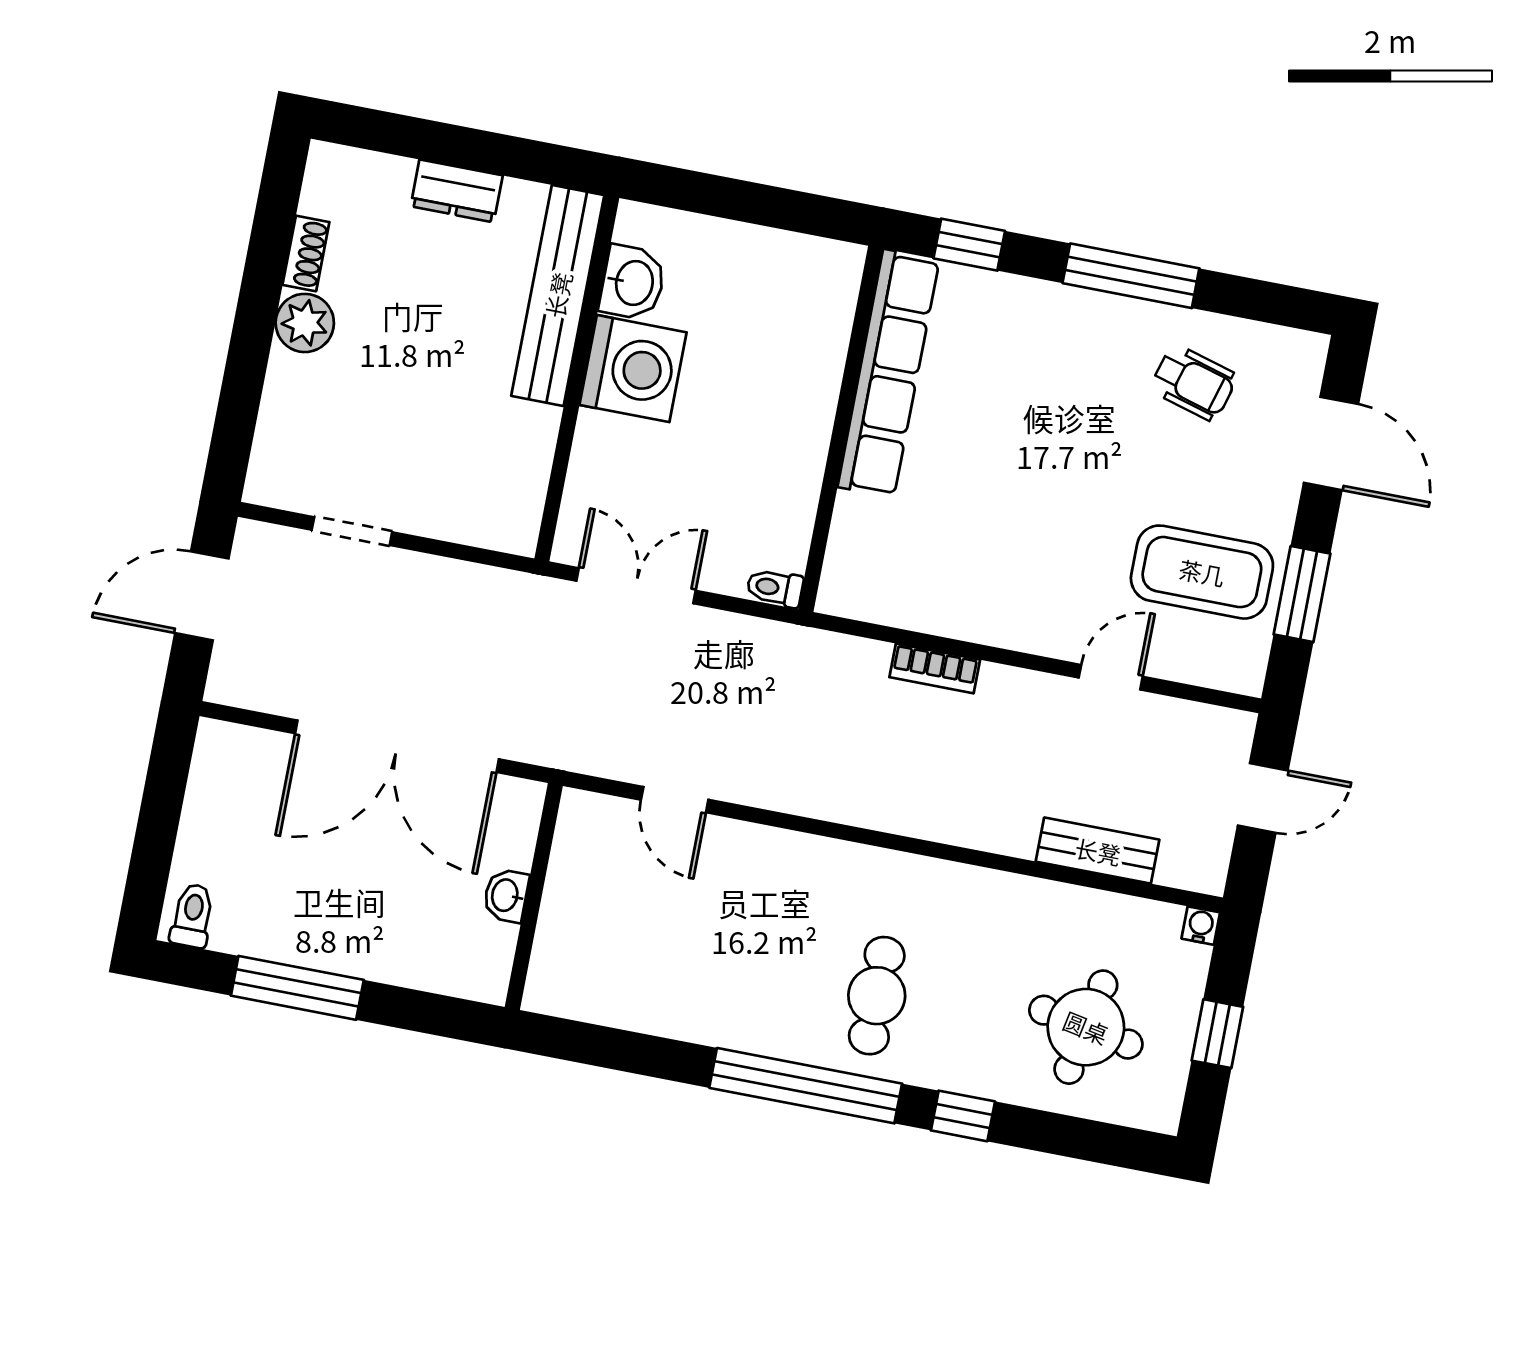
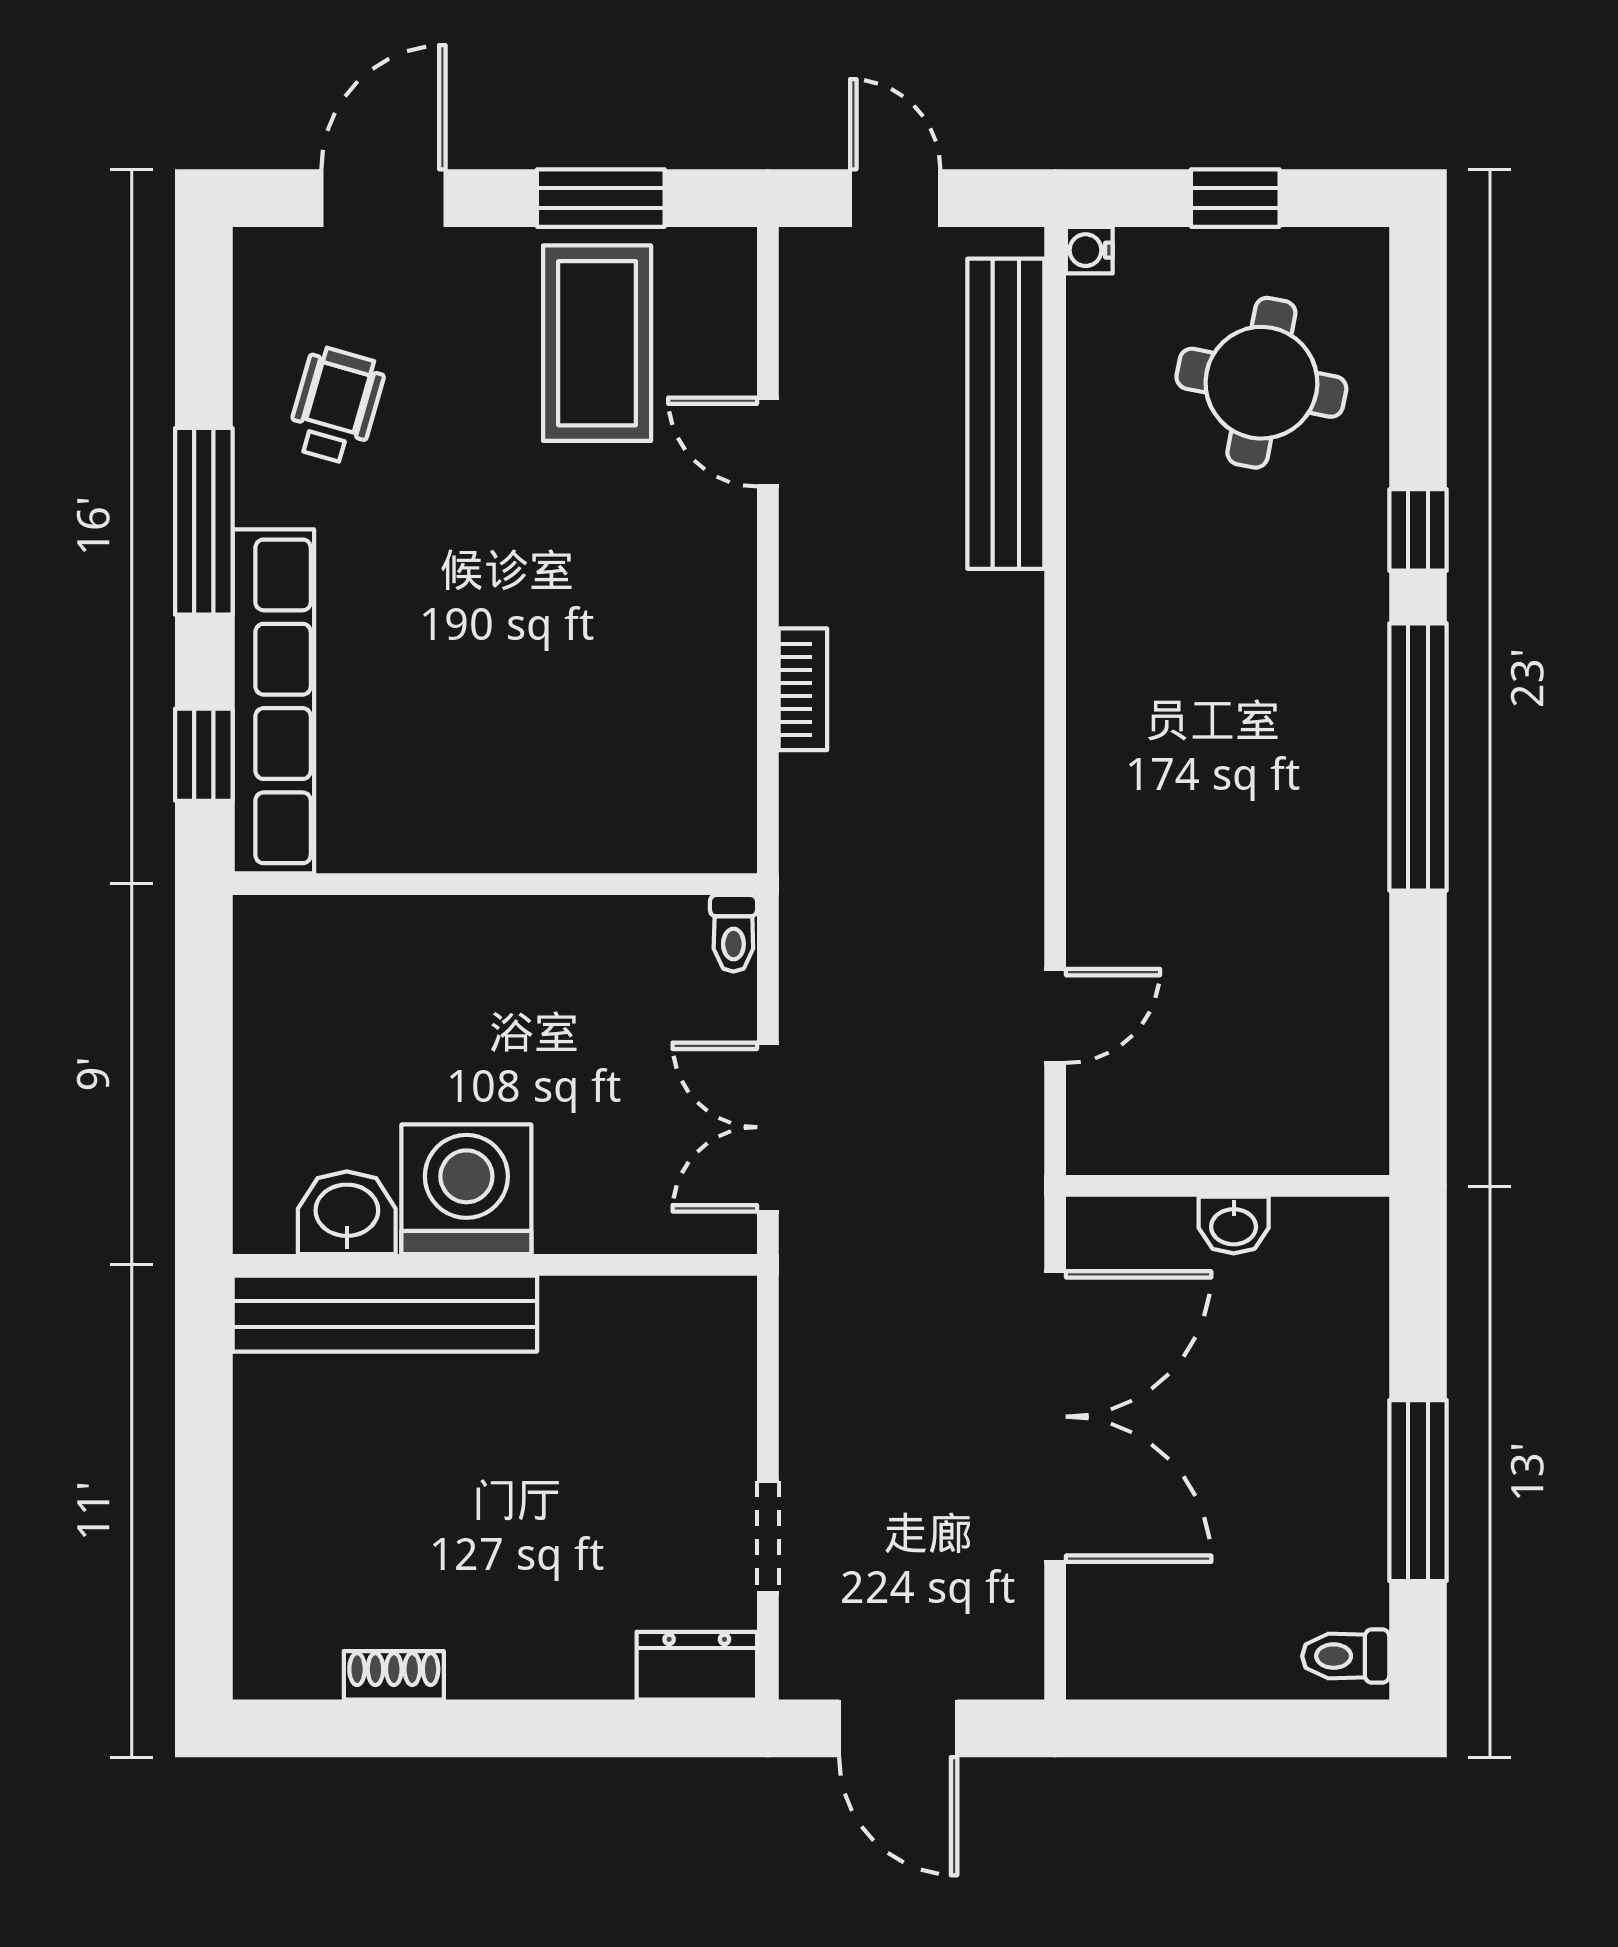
dresser: (457, 191) -> (697, 1666), moved, turned -90
plant: (305, 323) -> (491, 1658), removed
row of seats: (888, 373) -> (273, 701), moved, turned 90
bench: (1098, 851) -> (1006, 414), width x1.86, depth x1.21
cafe table: (877, 996) -> (1274, 682), removed

